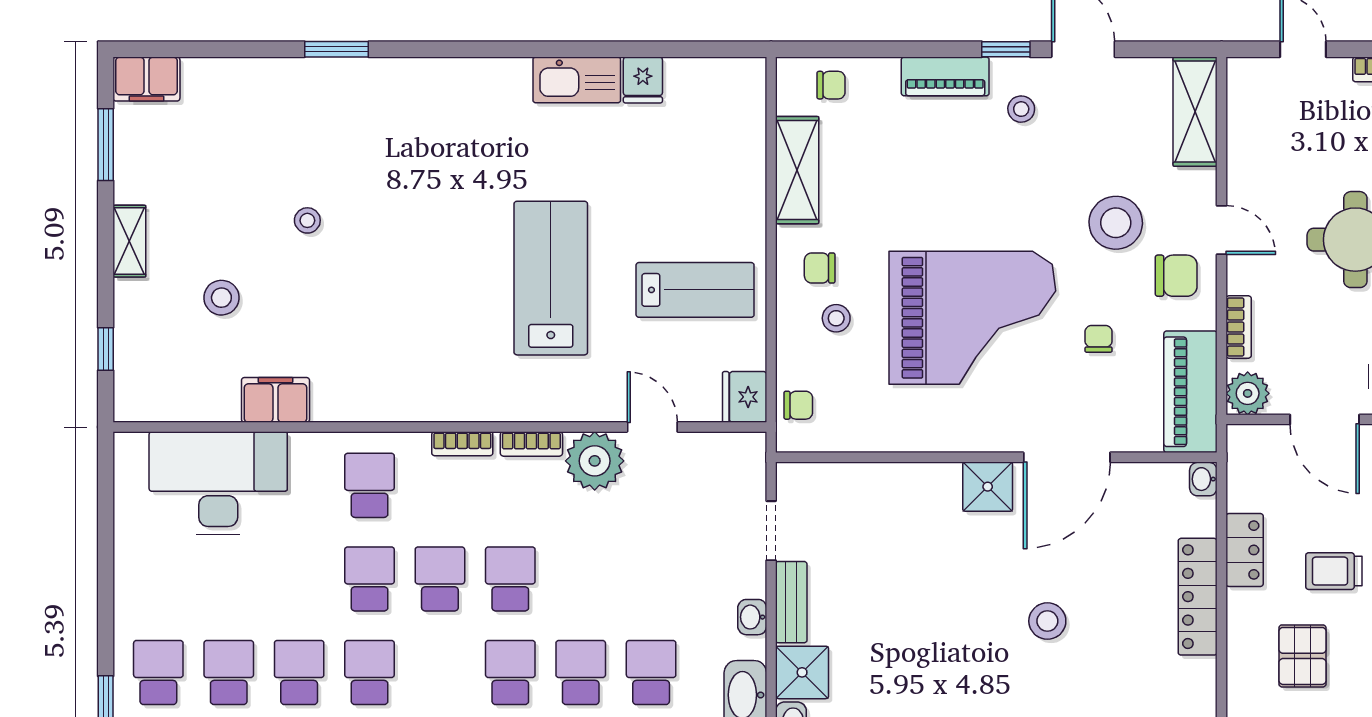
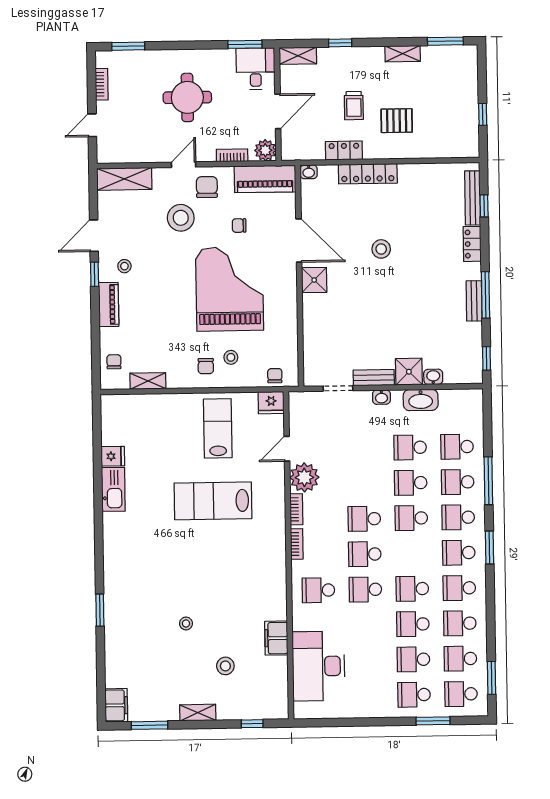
shelving: (797, 170) -> (148, 381), width x0.67, depth x0.75

